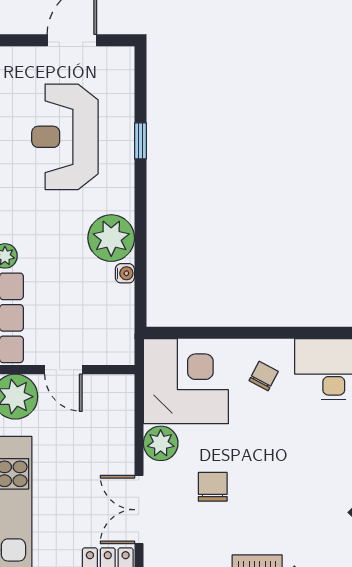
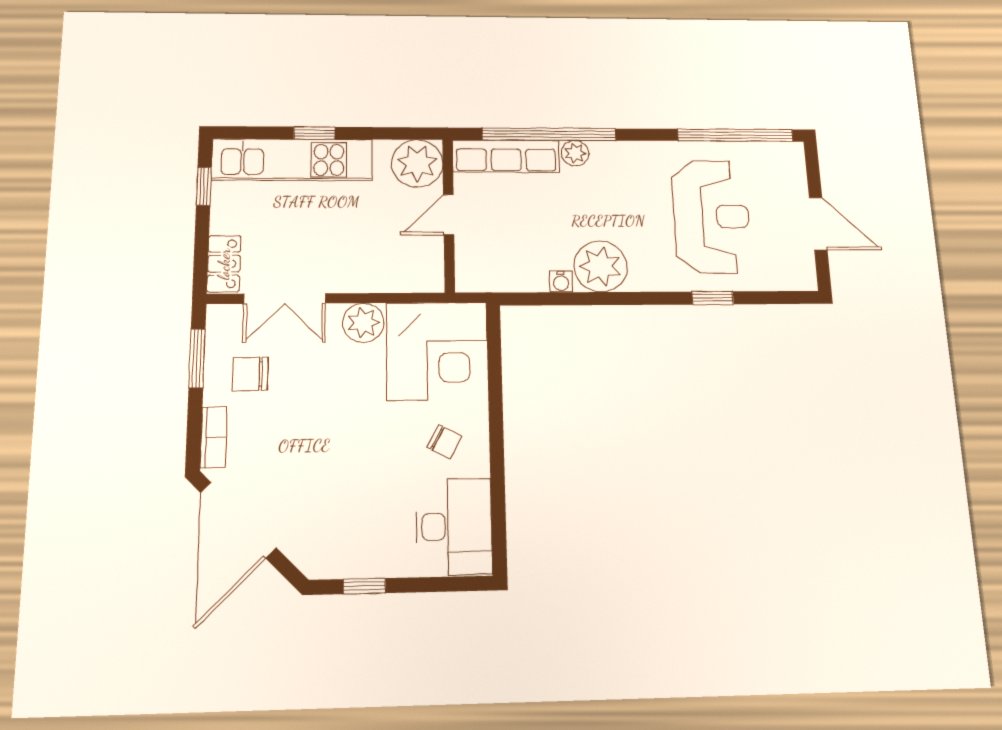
reception desk: (65, 137) -> (711, 216), turned 90
chair: (213, 487) -> (250, 374), moved, turned 180
double door: (139, 510) -> (285, 299), swing flipped

